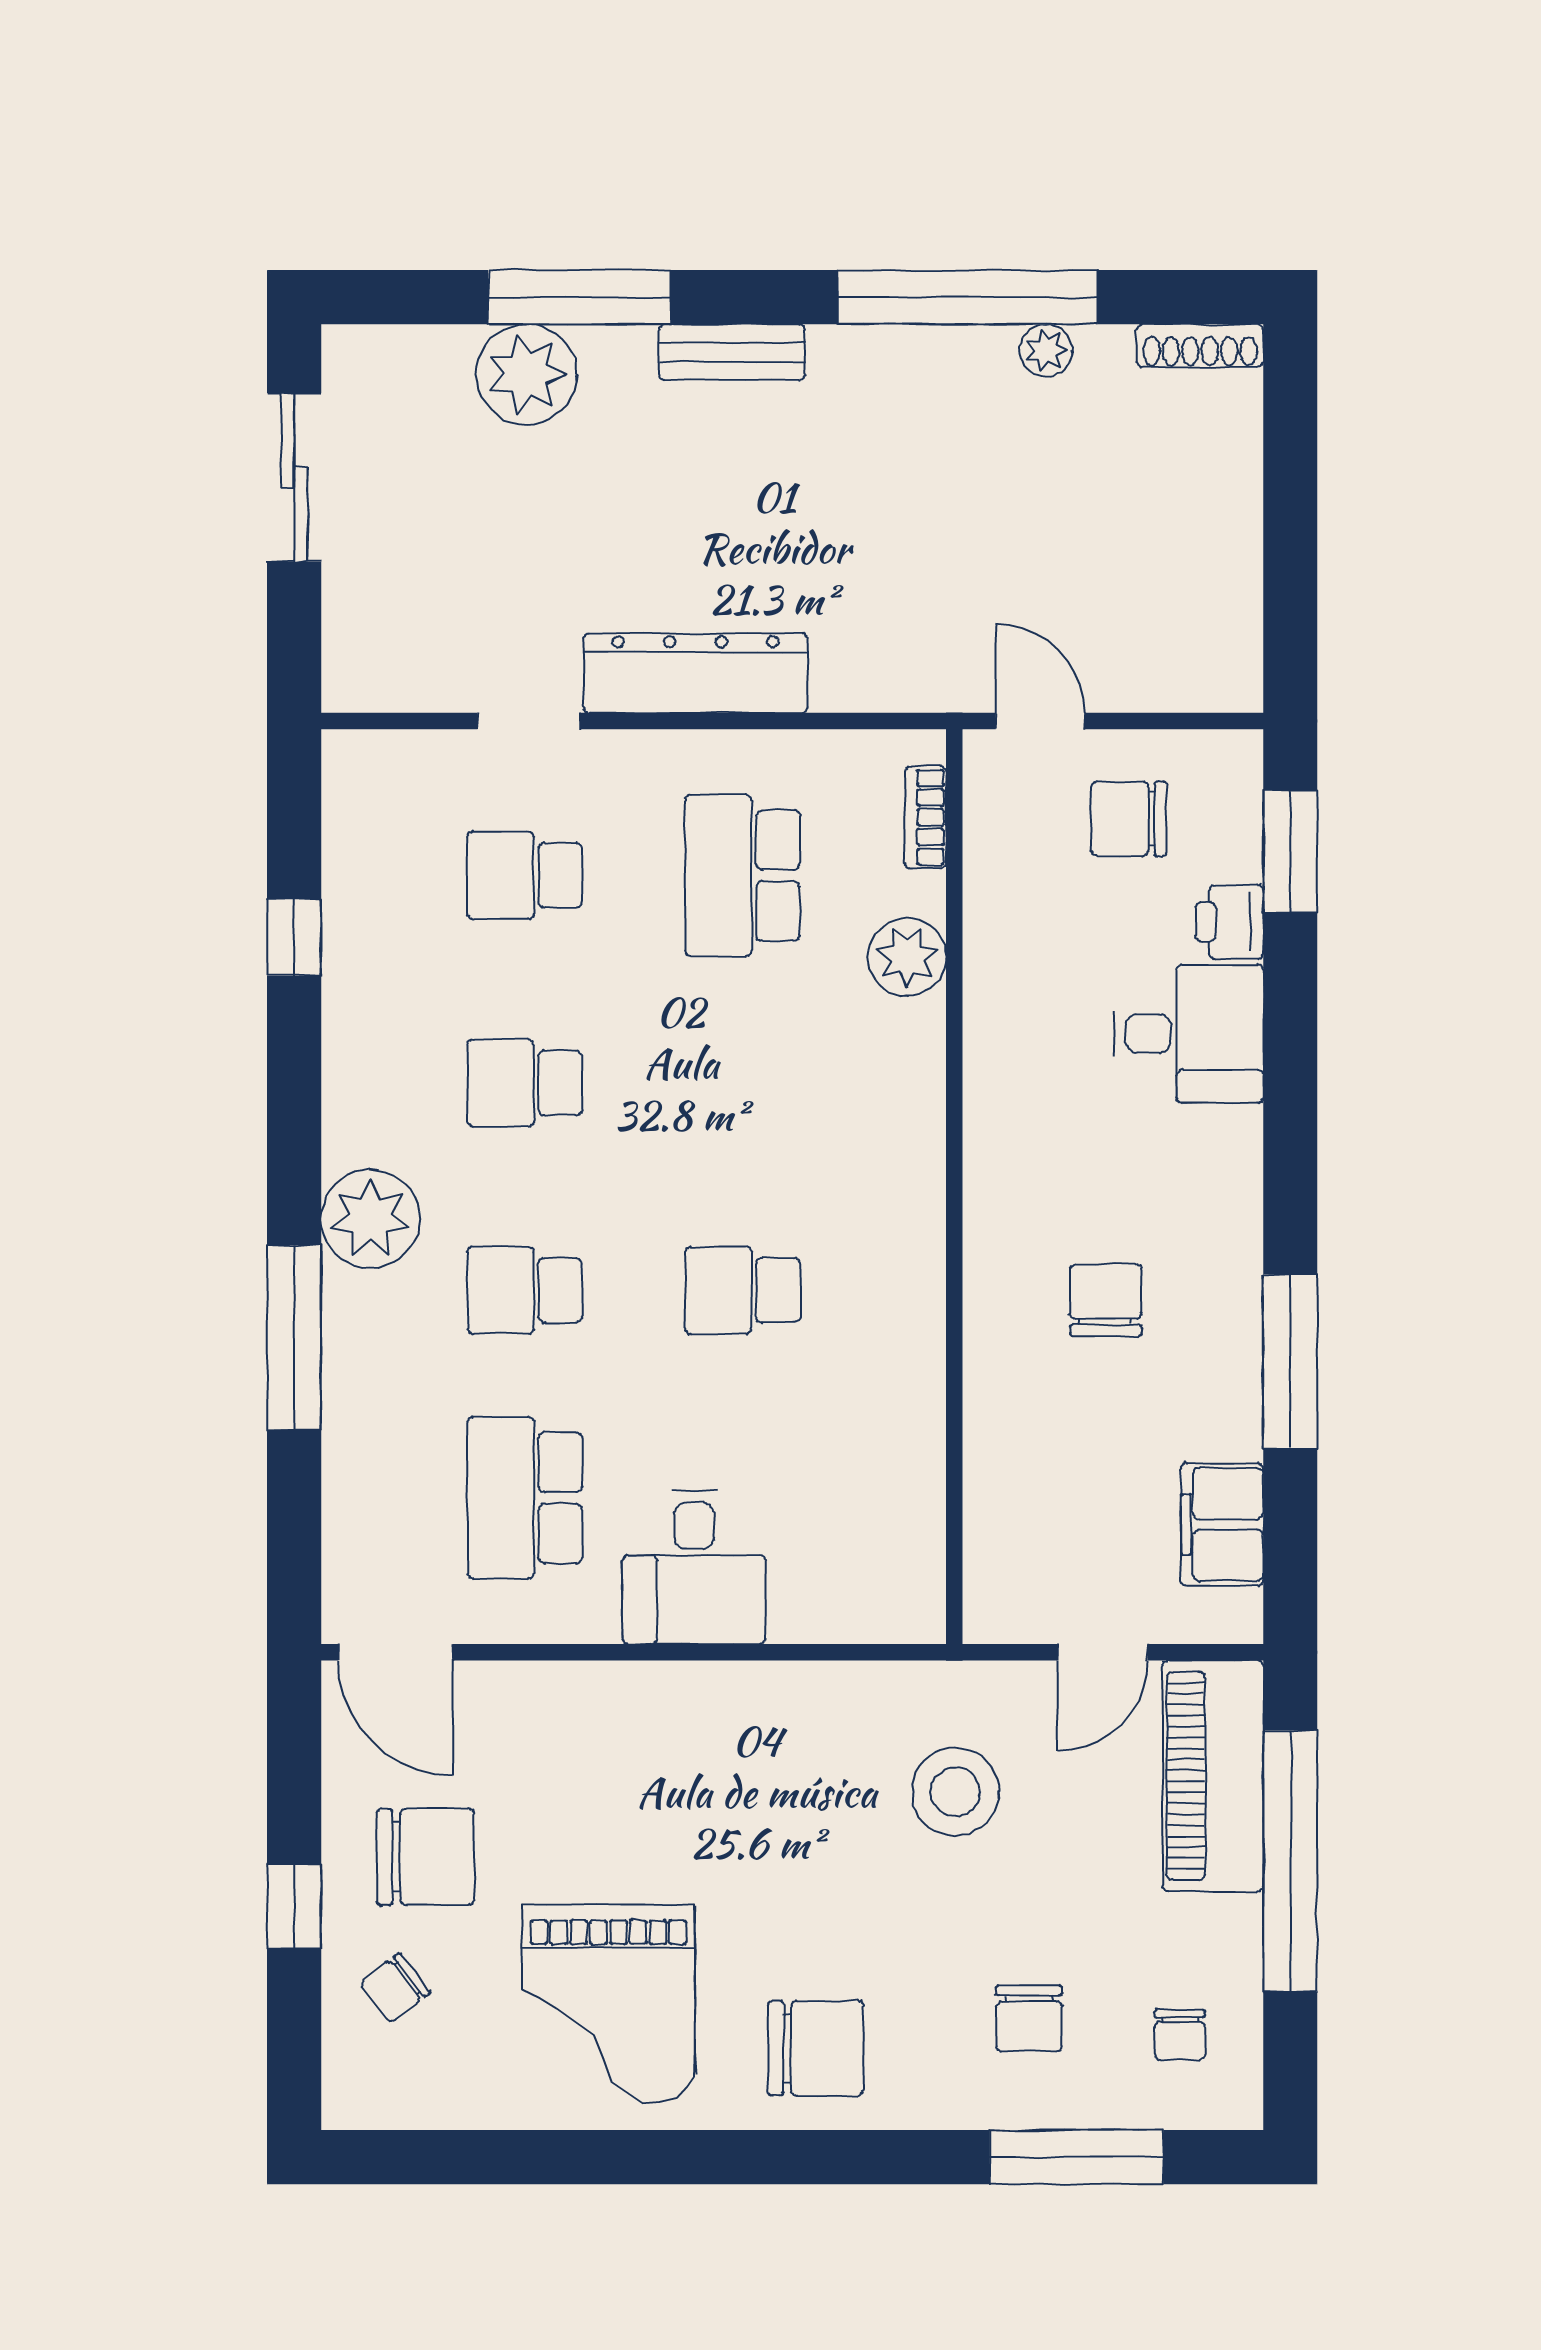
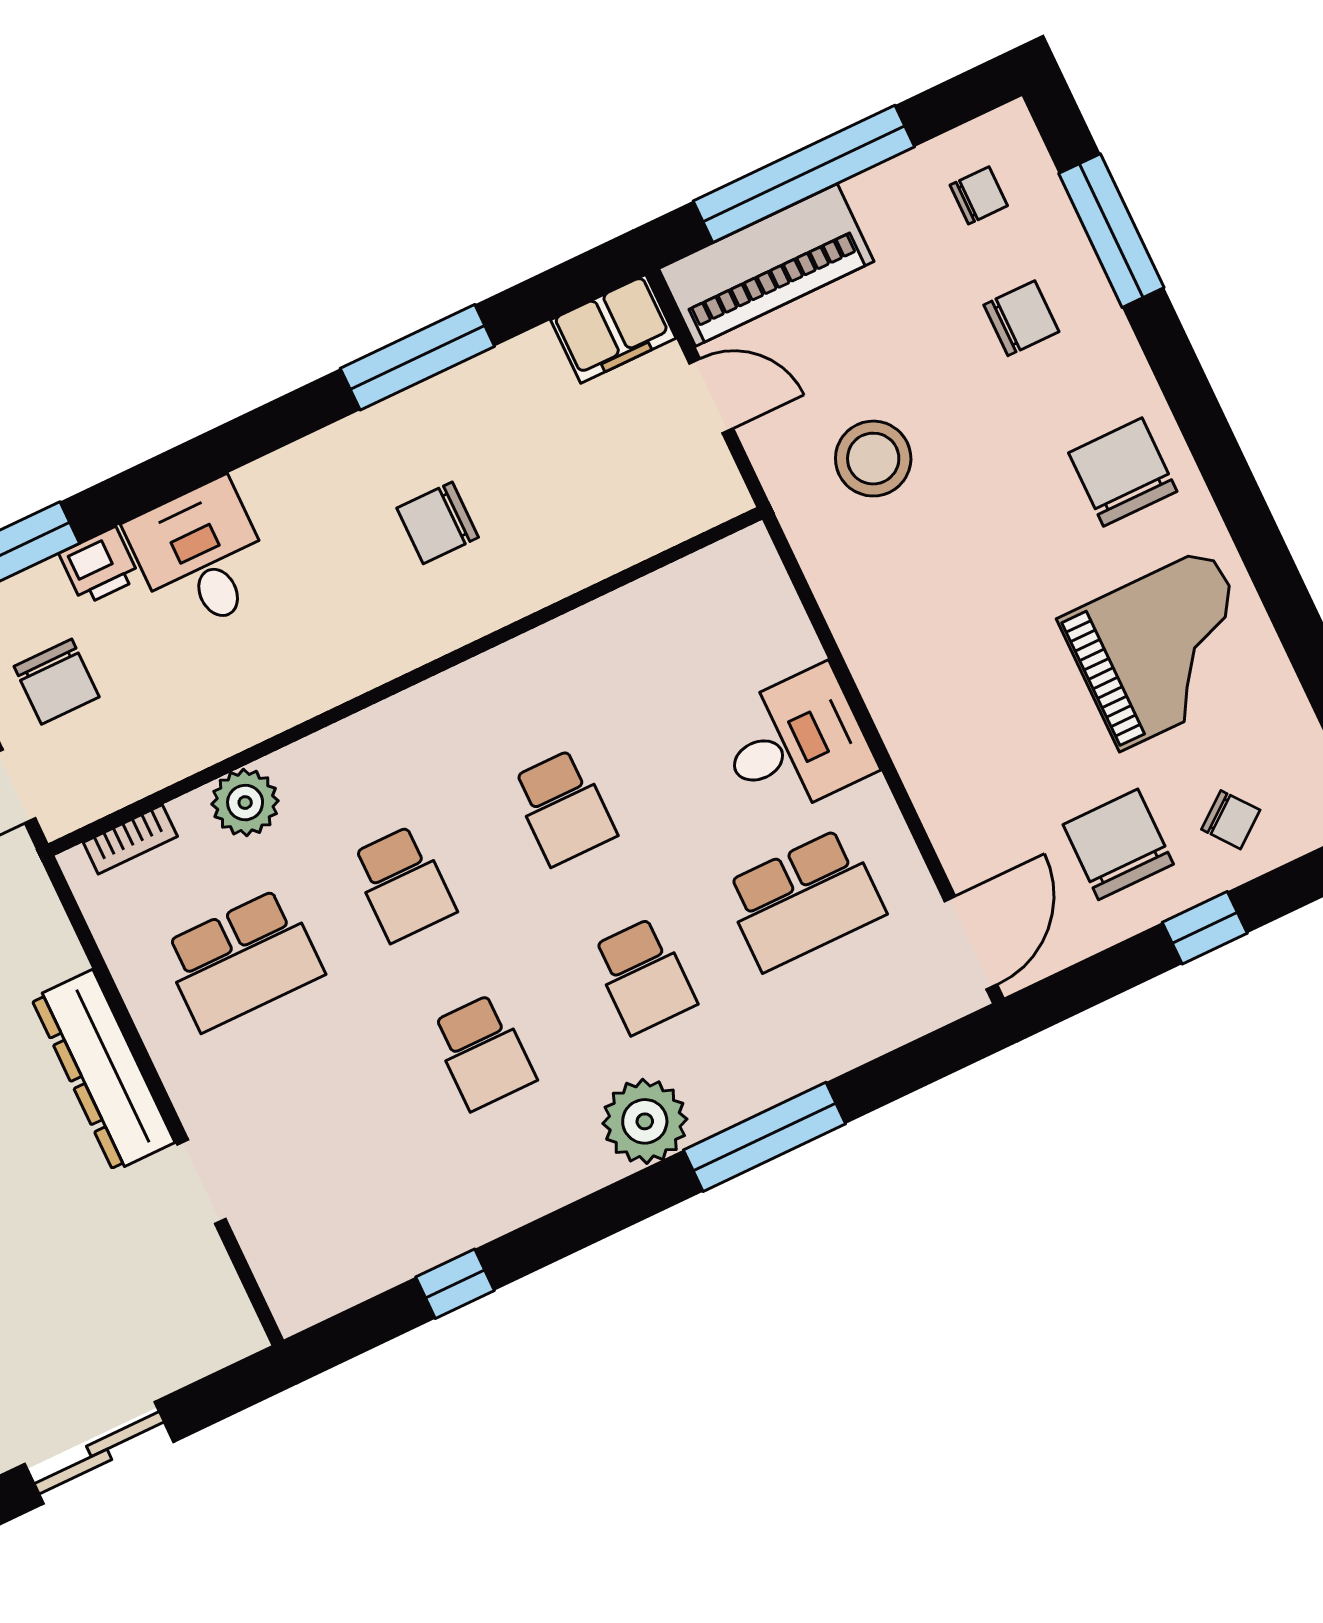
school desk: (525, 875) -> (403, 884), moved
filing cabinet: (1222, 1524) -> (613, 329), moved

